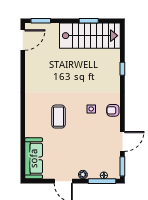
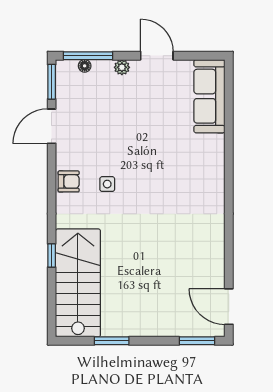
stairs: (90, 36) -> (78, 283), moved, turned 90
door: (23, 40) -> (229, 307), hinge flipped
coffee table: (58, 117) -> (165, 170), removed

